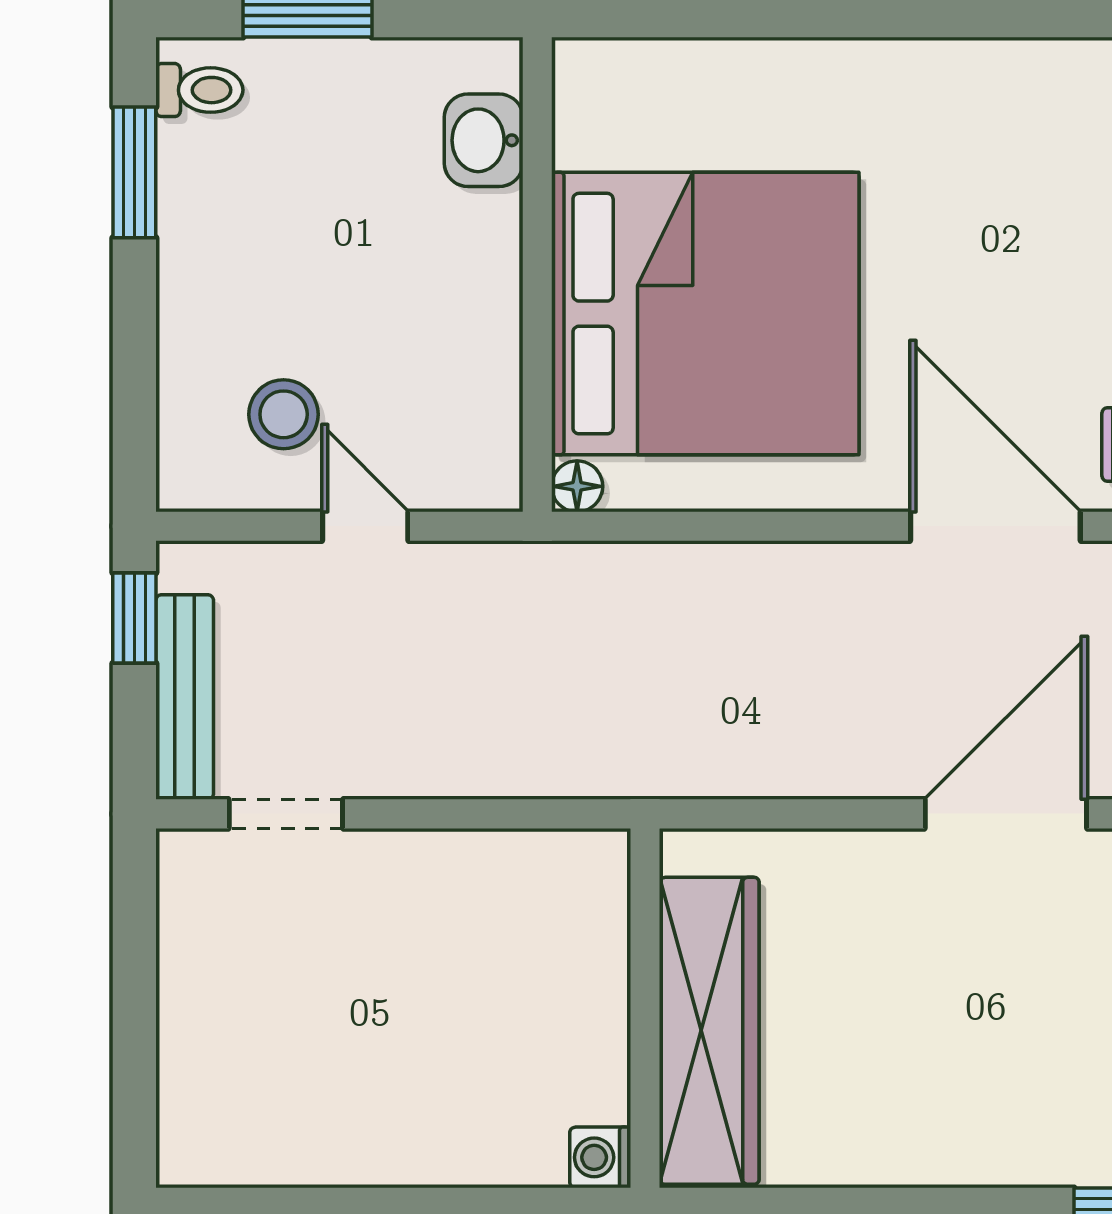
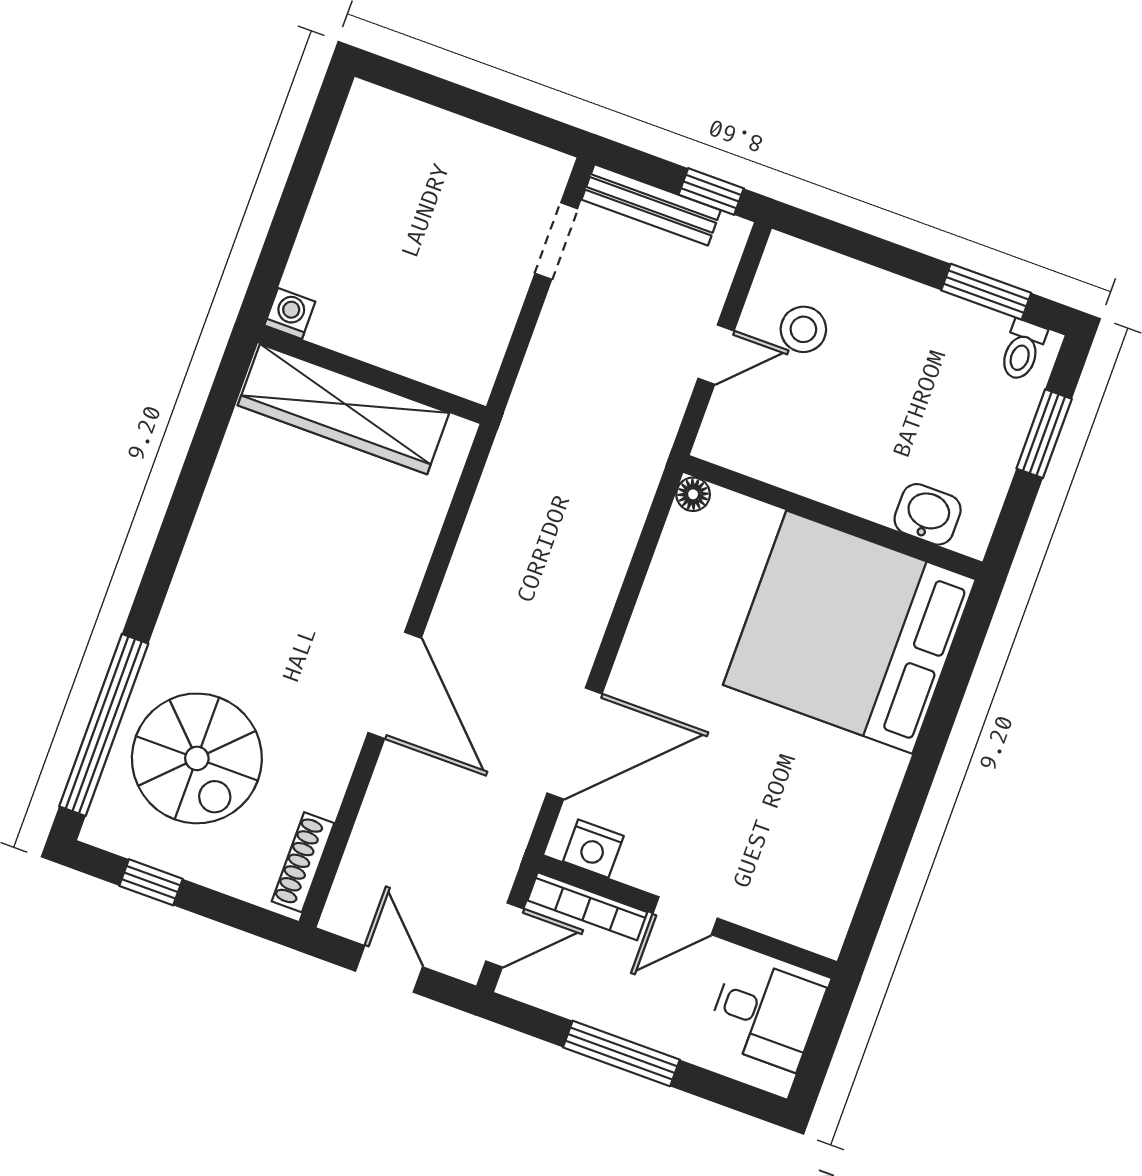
bed: (705, 314) -> (849, 632), moved, turned 90
wall: (645, 1008) -> (372, 375), moved
wardrobe: (709, 1031) -> (344, 409), moved
washing machine: (600, 1157) -> (290, 313), moved

